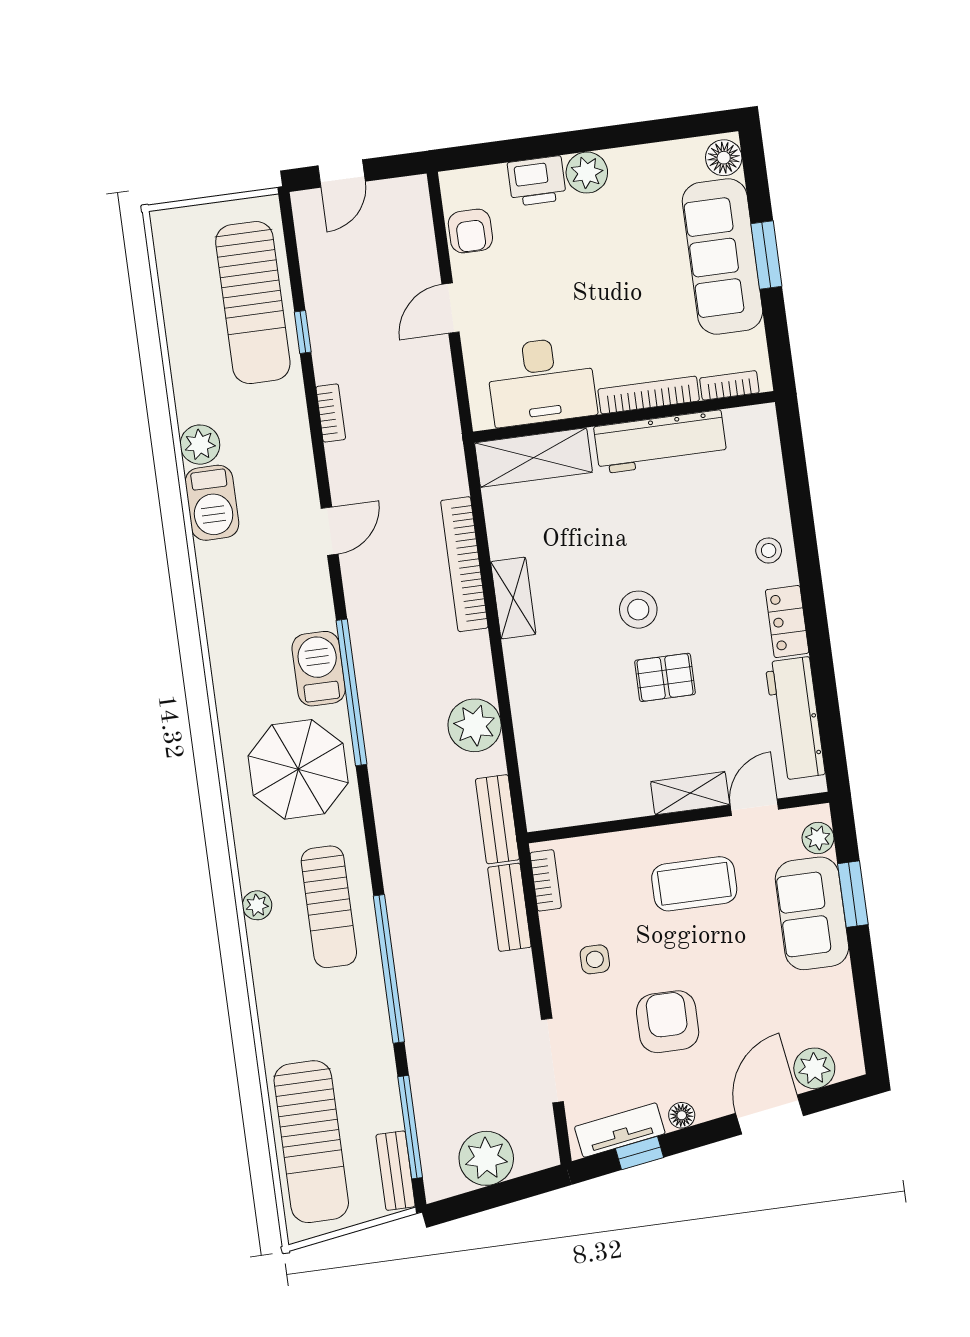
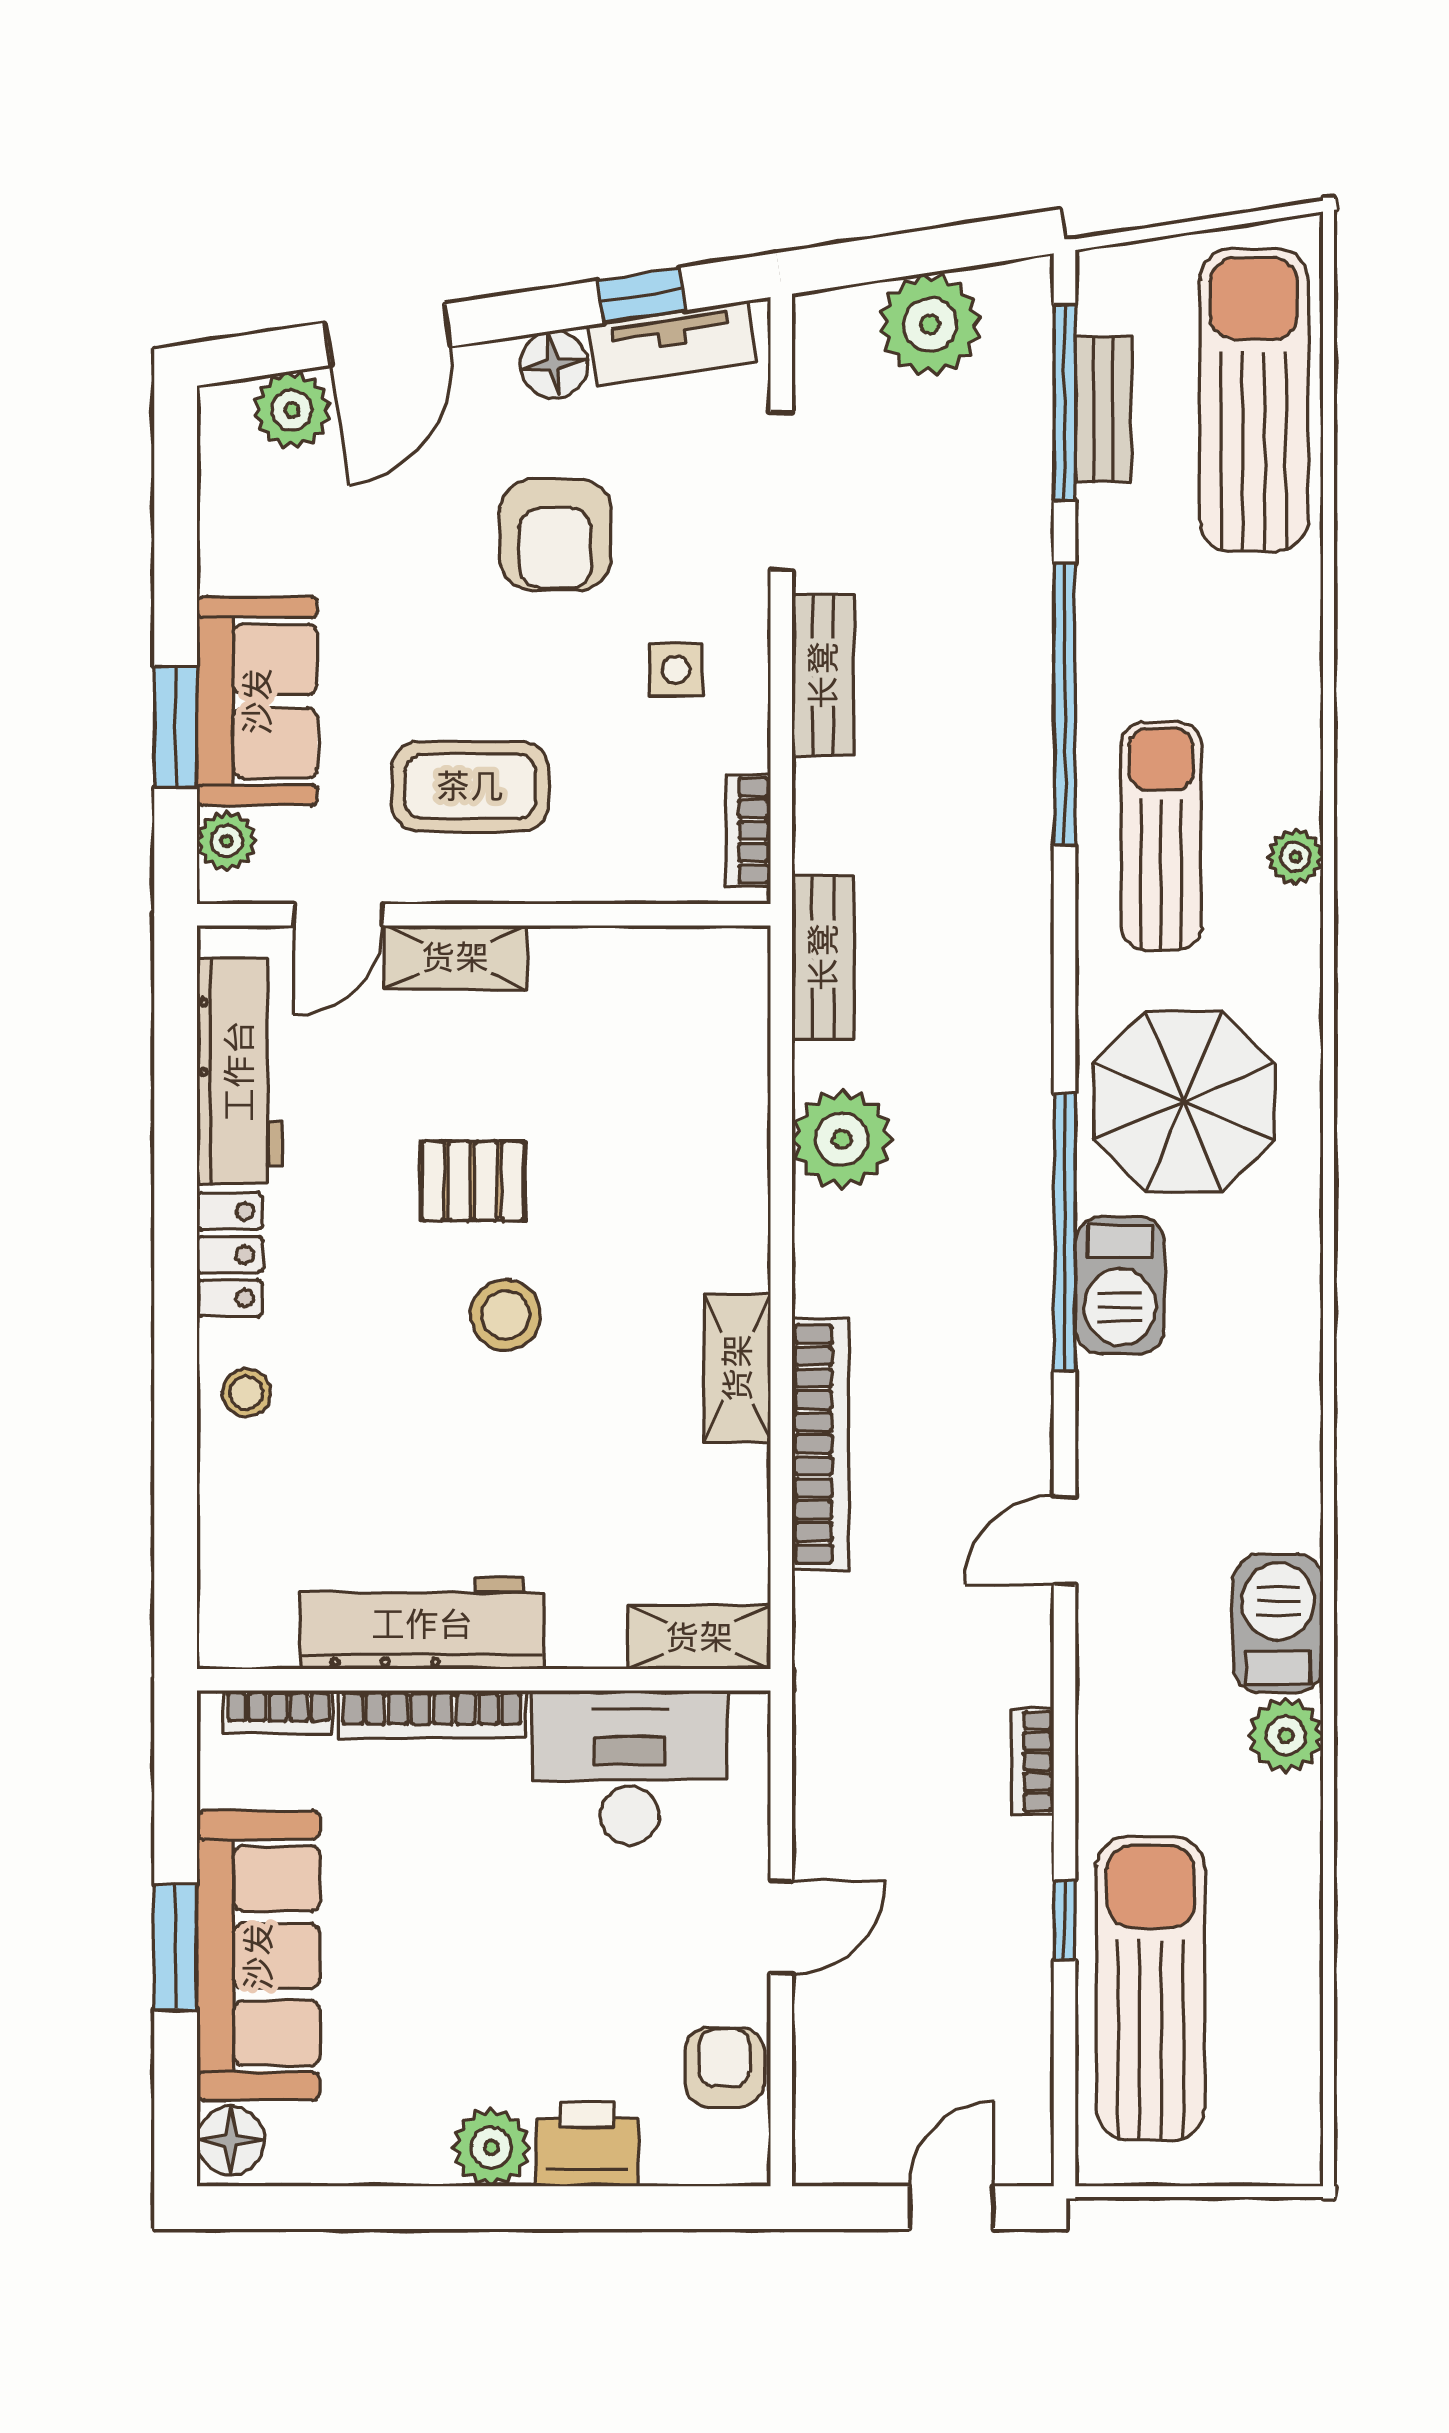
shelving: (534, 458) -> (699, 1637), width x0.67, depth x0.75
bench: (509, 907) -> (823, 675), moved
floor lamp: (682, 1115) -> (554, 364), width x1.37, depth x1.37
bench: (396, 1171) -> (1103, 409), moved

